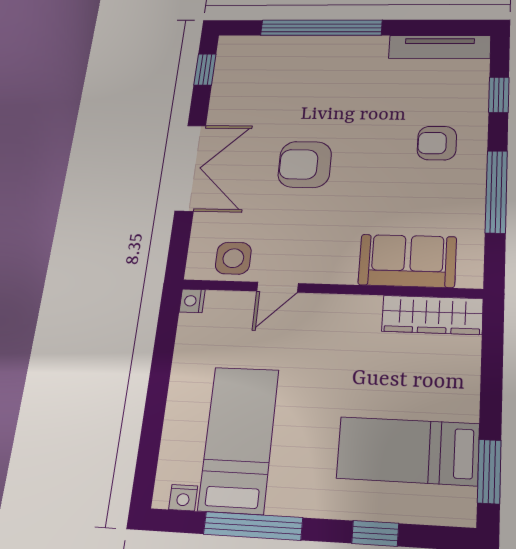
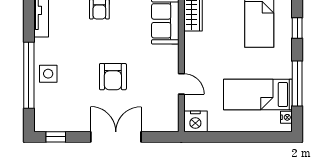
side table: (233, 258) -> (48, 74), moved
nightstand: (192, 301) -> (195, 121), width x1.89, depth x1.79

